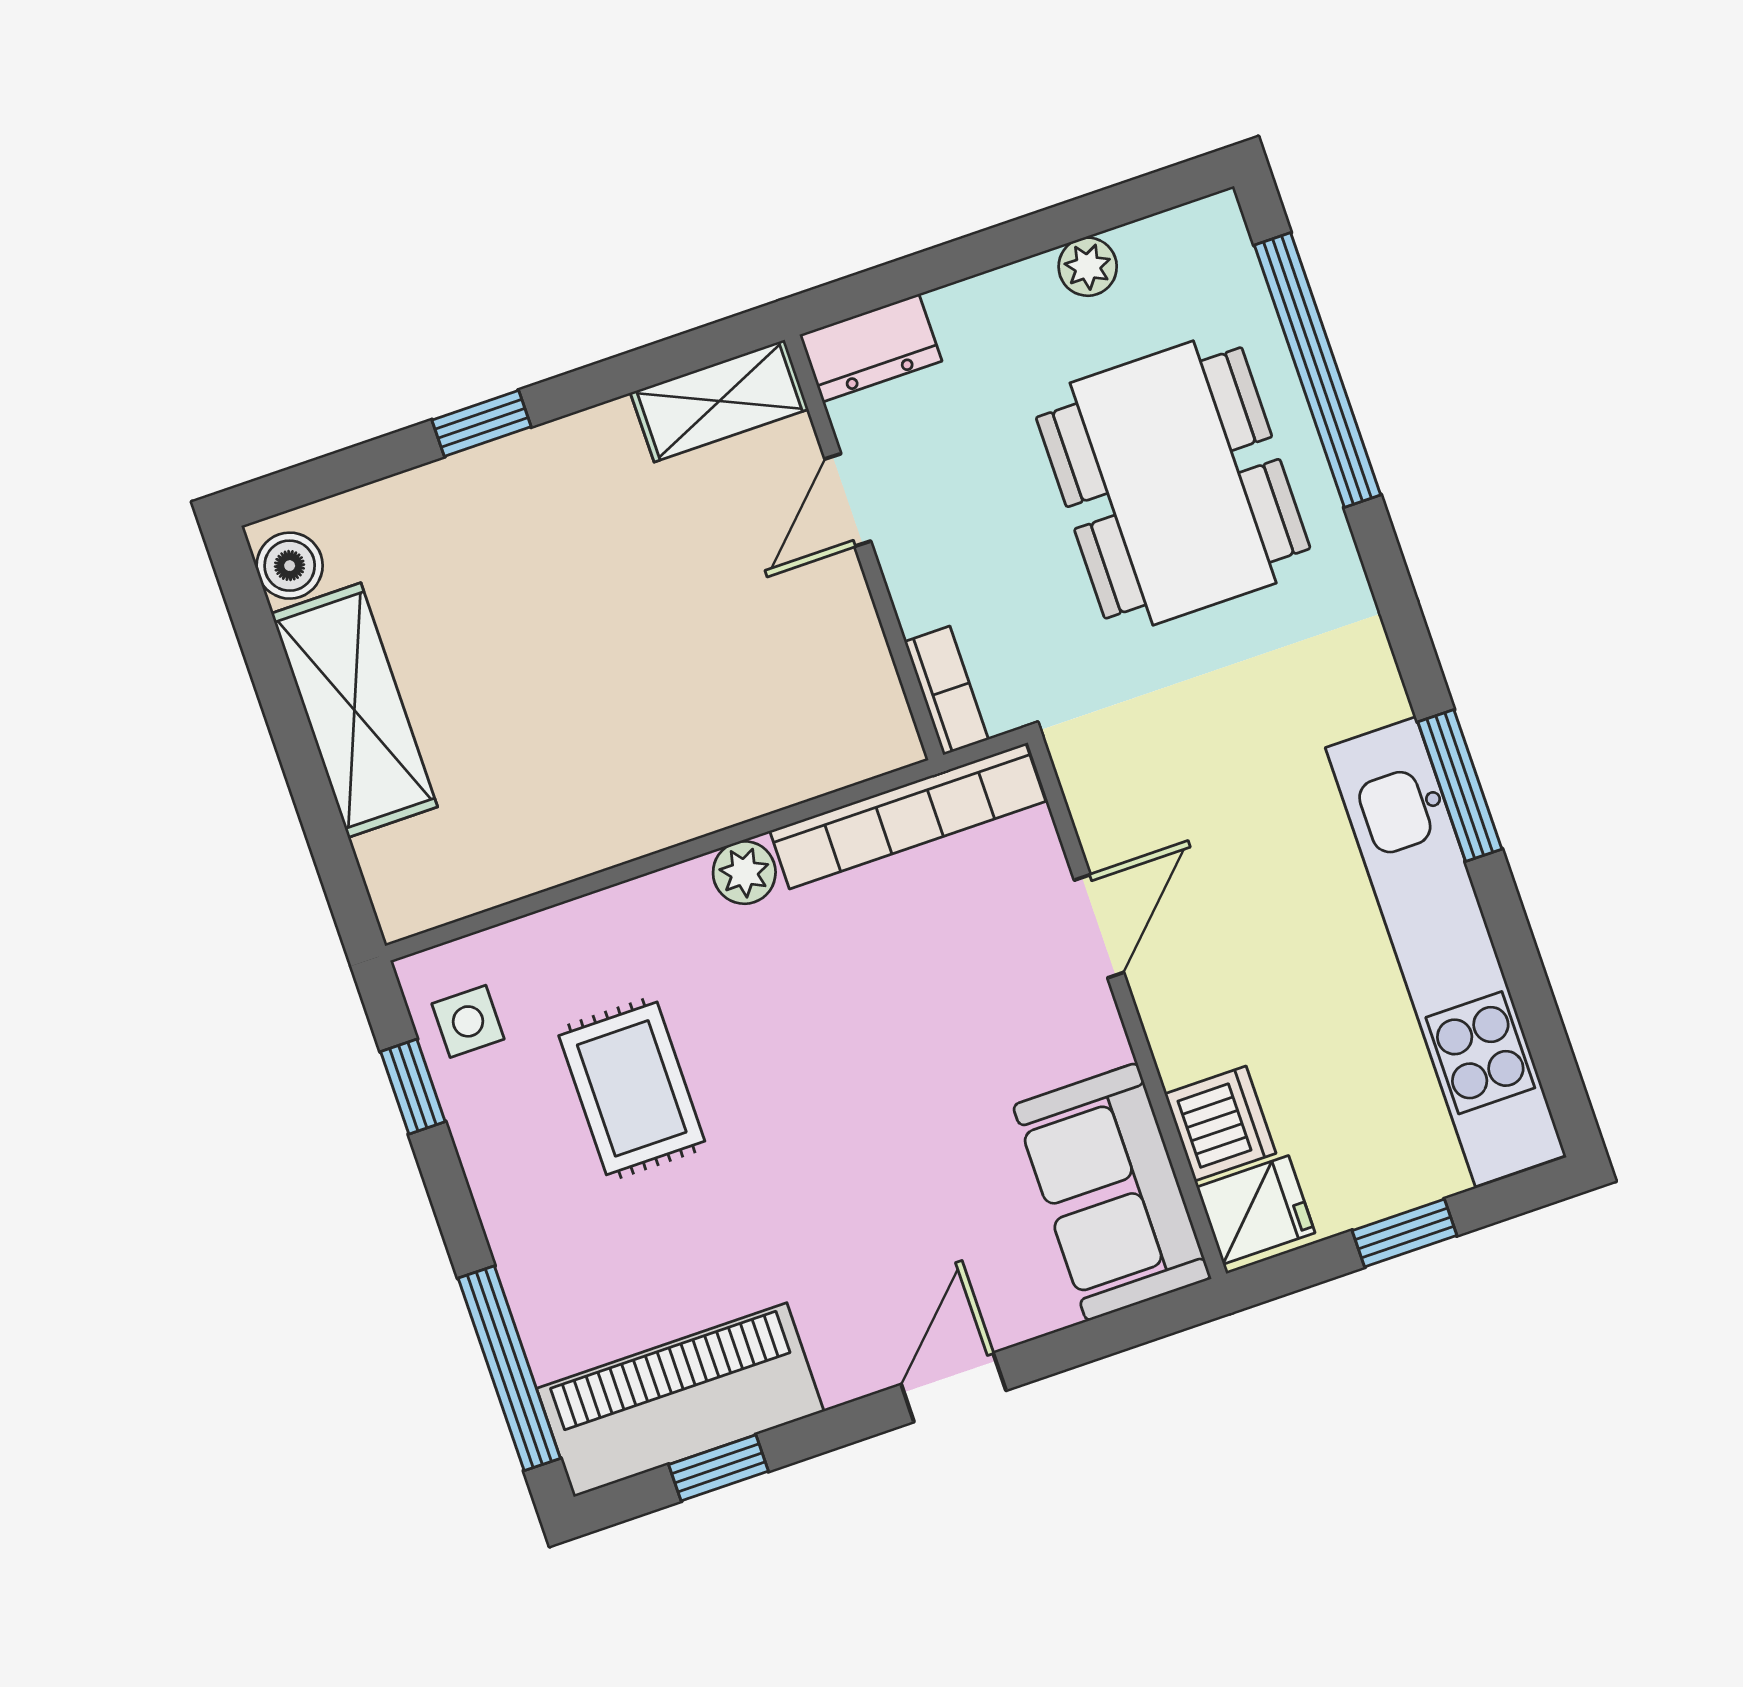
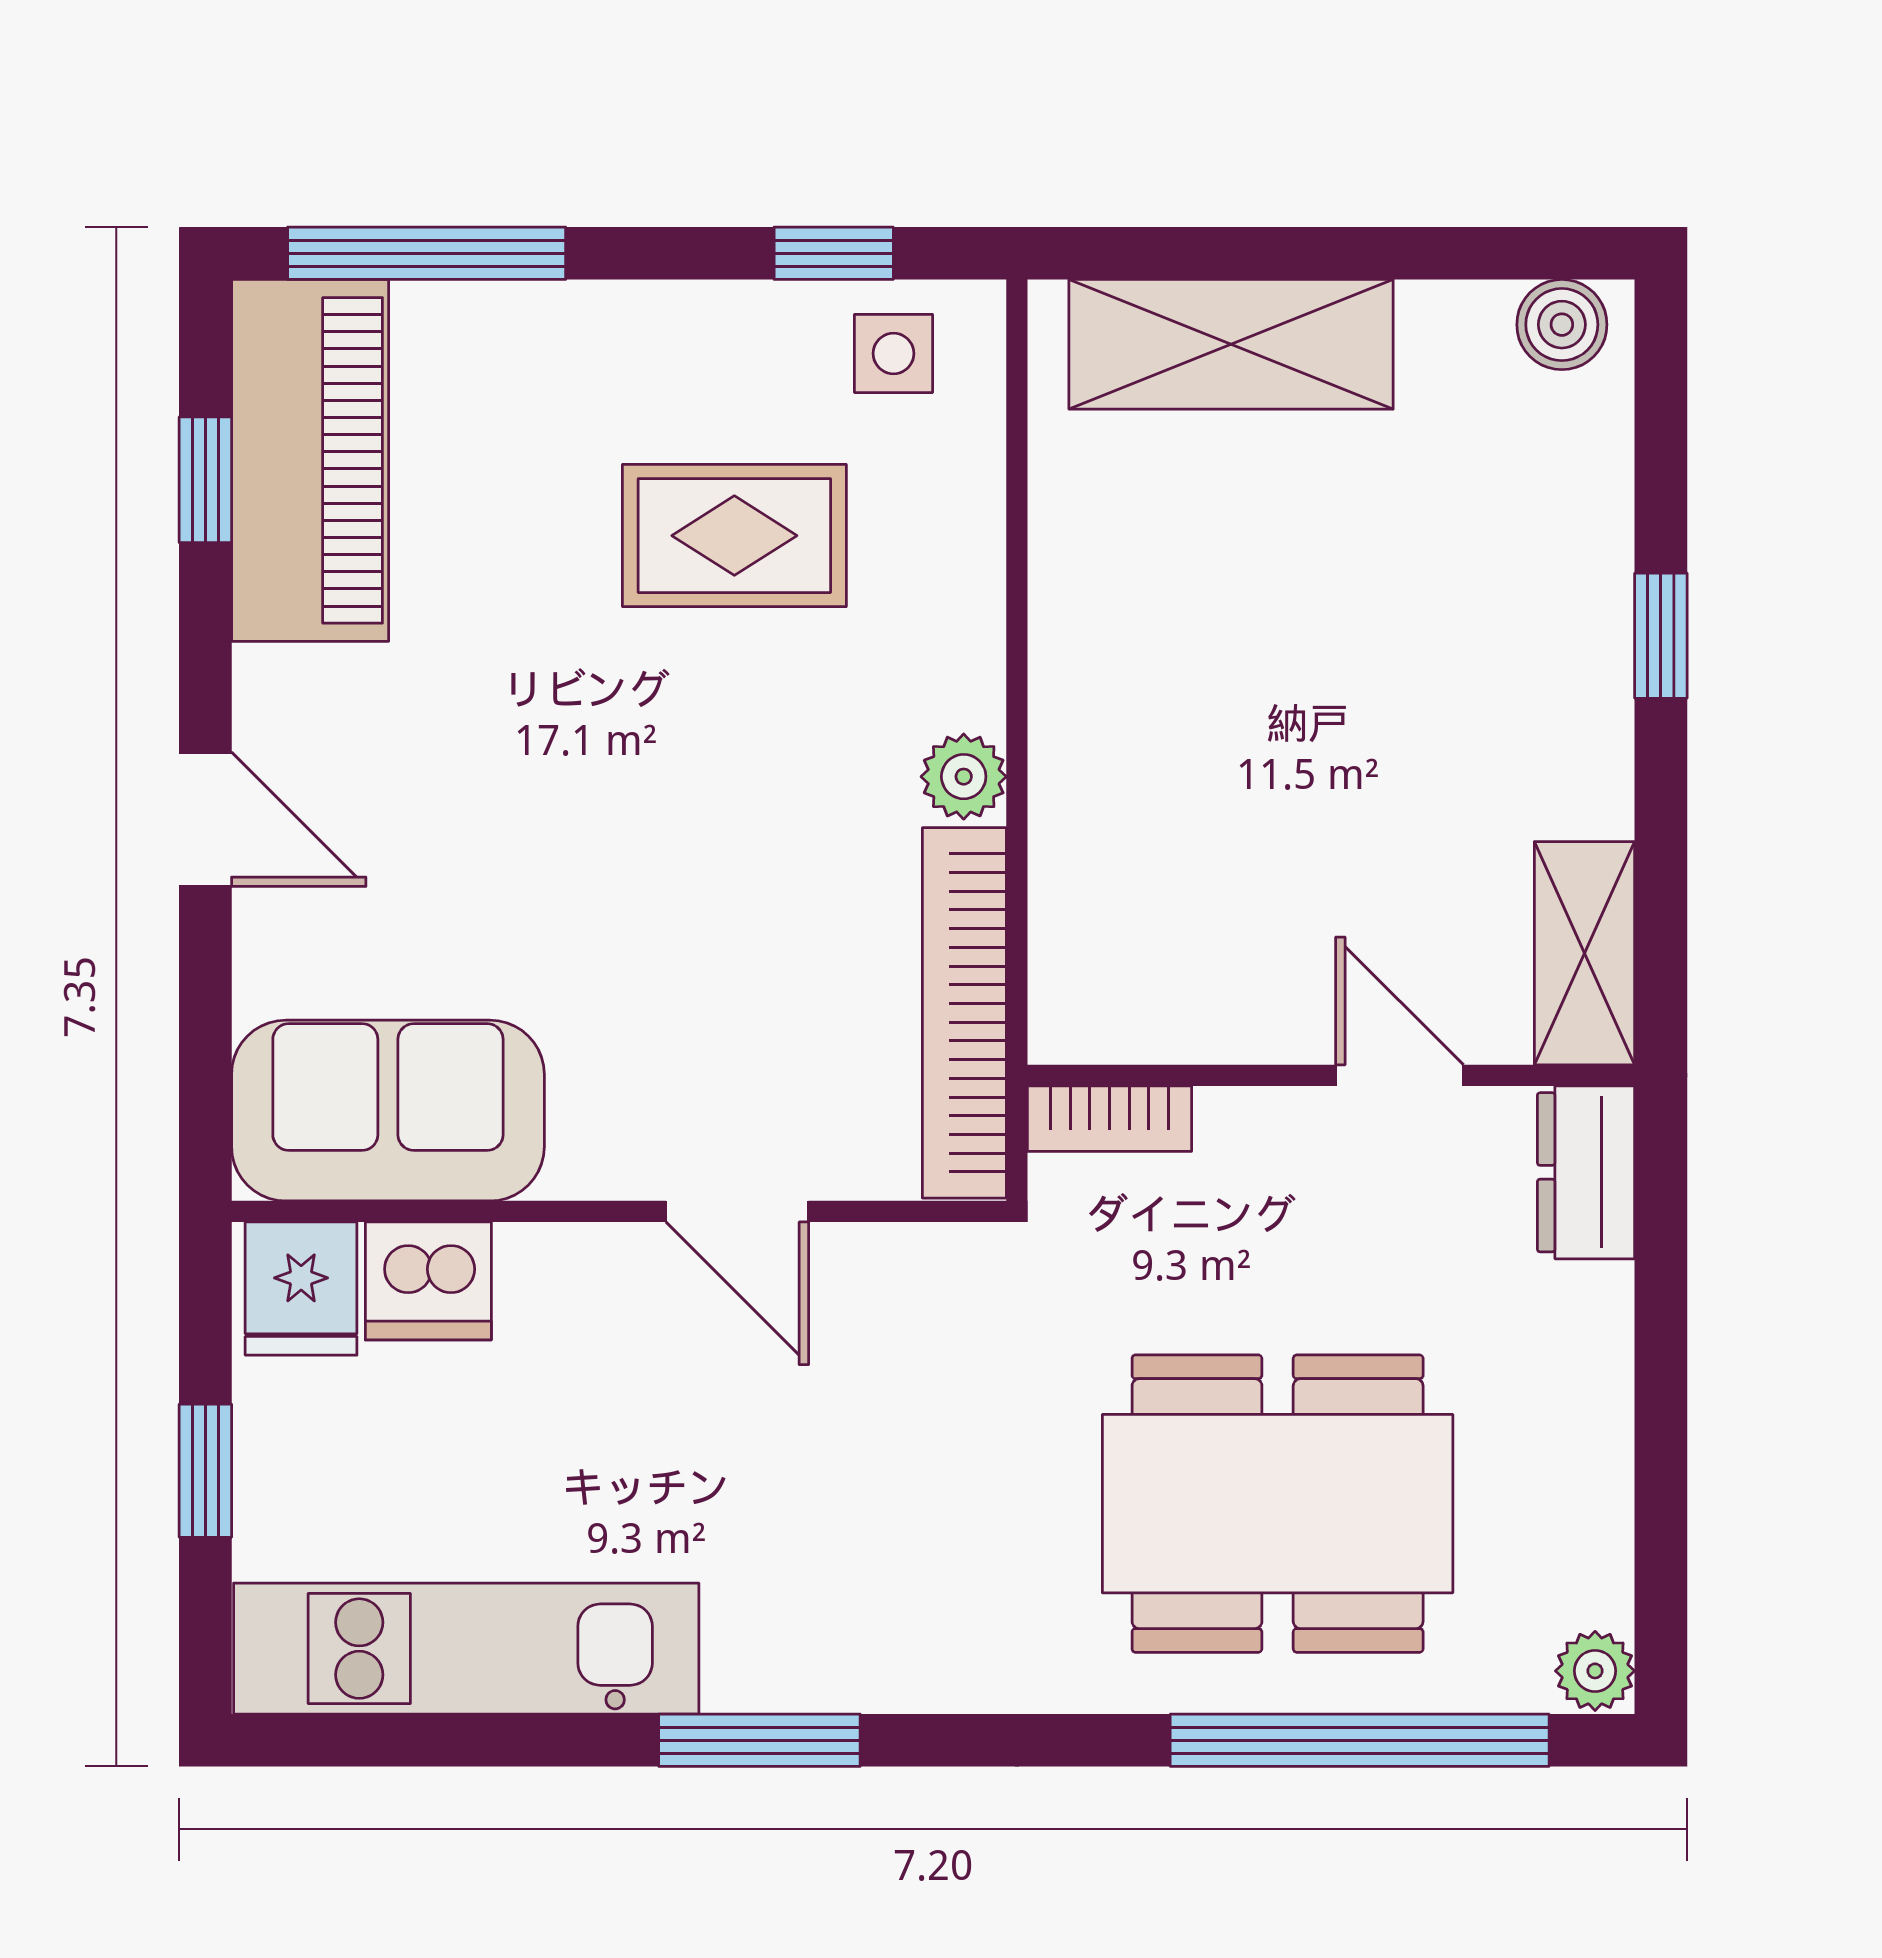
plant: (1088, 267) -> (1595, 1671), moved
shelving: (354, 710) -> (1231, 344), moved
kitchen unit: (1446, 952) -> (466, 1649), width x0.73

